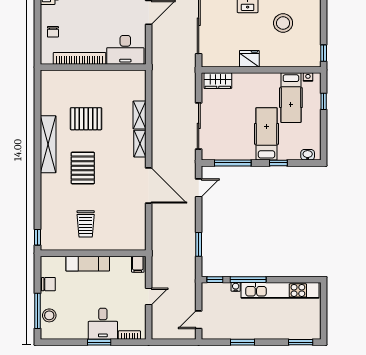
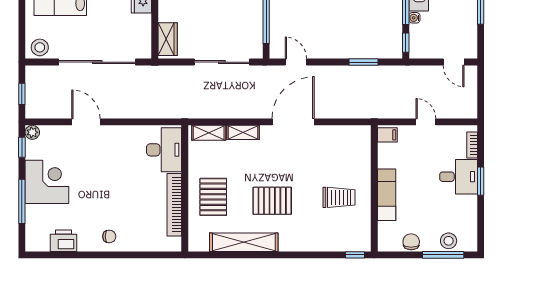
desk: (125, 50) -> (164, 150), moved
bookcase: (79, 58) -> (174, 205), moved
wall: (93, 67) -> (185, 188), moved

